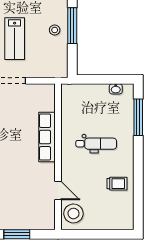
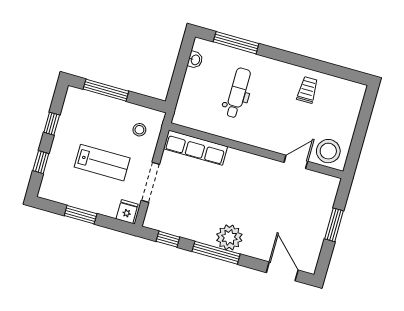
stool: (55, 30) -> (139, 130), moved
row of seats: (47, 137) -> (196, 148), moved
dental chair: (96, 144) -> (238, 93), moved

